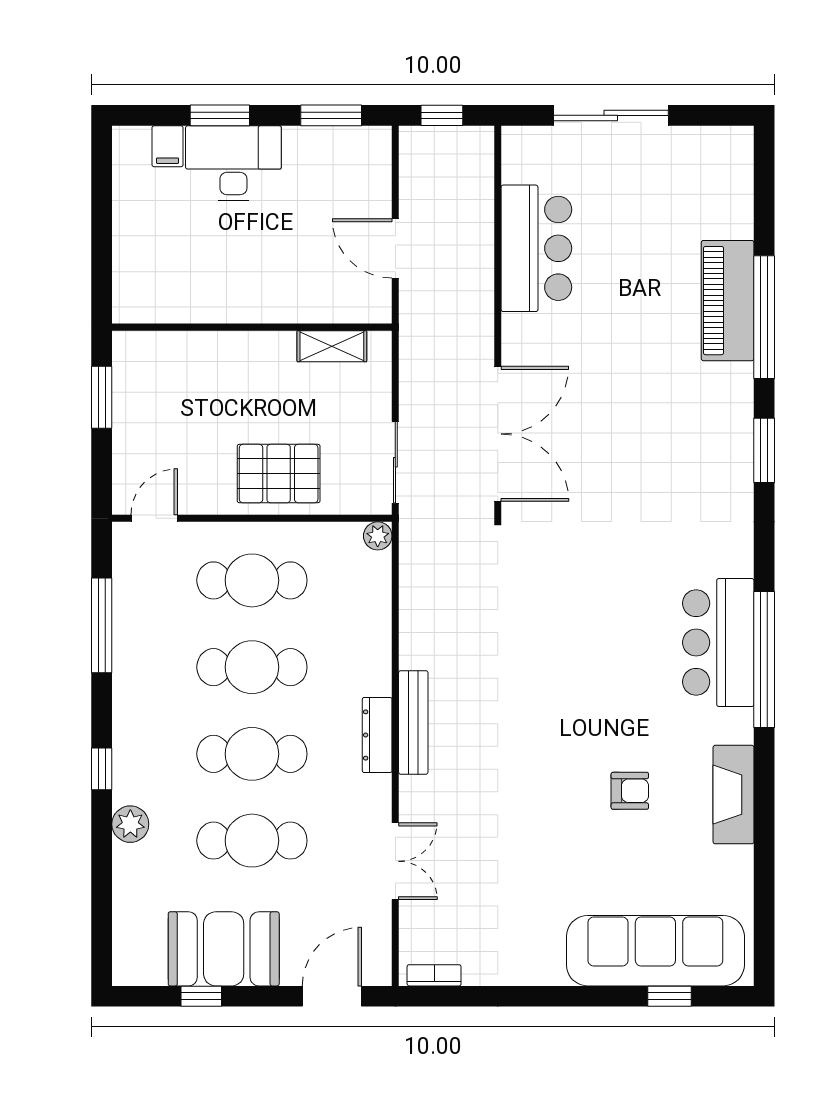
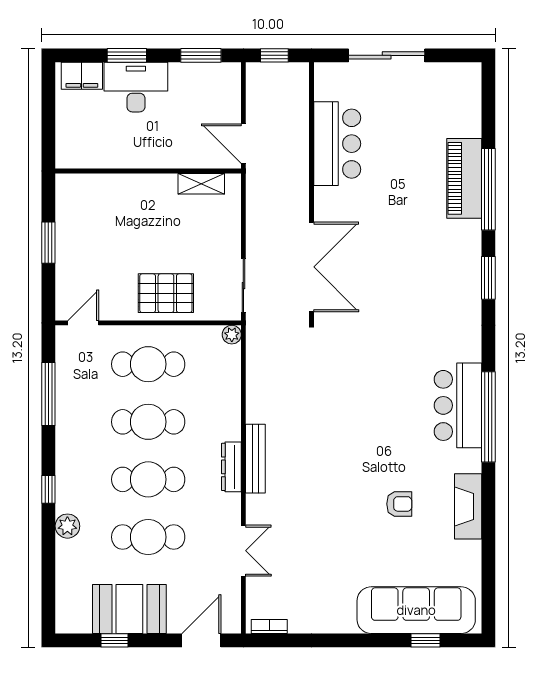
filing cabinet: (168, 146) -> (82, 76), width x2.00
wall: (252, 327) -> (148, 171), moved
shelving: (332, 346) -> (201, 184), moved

